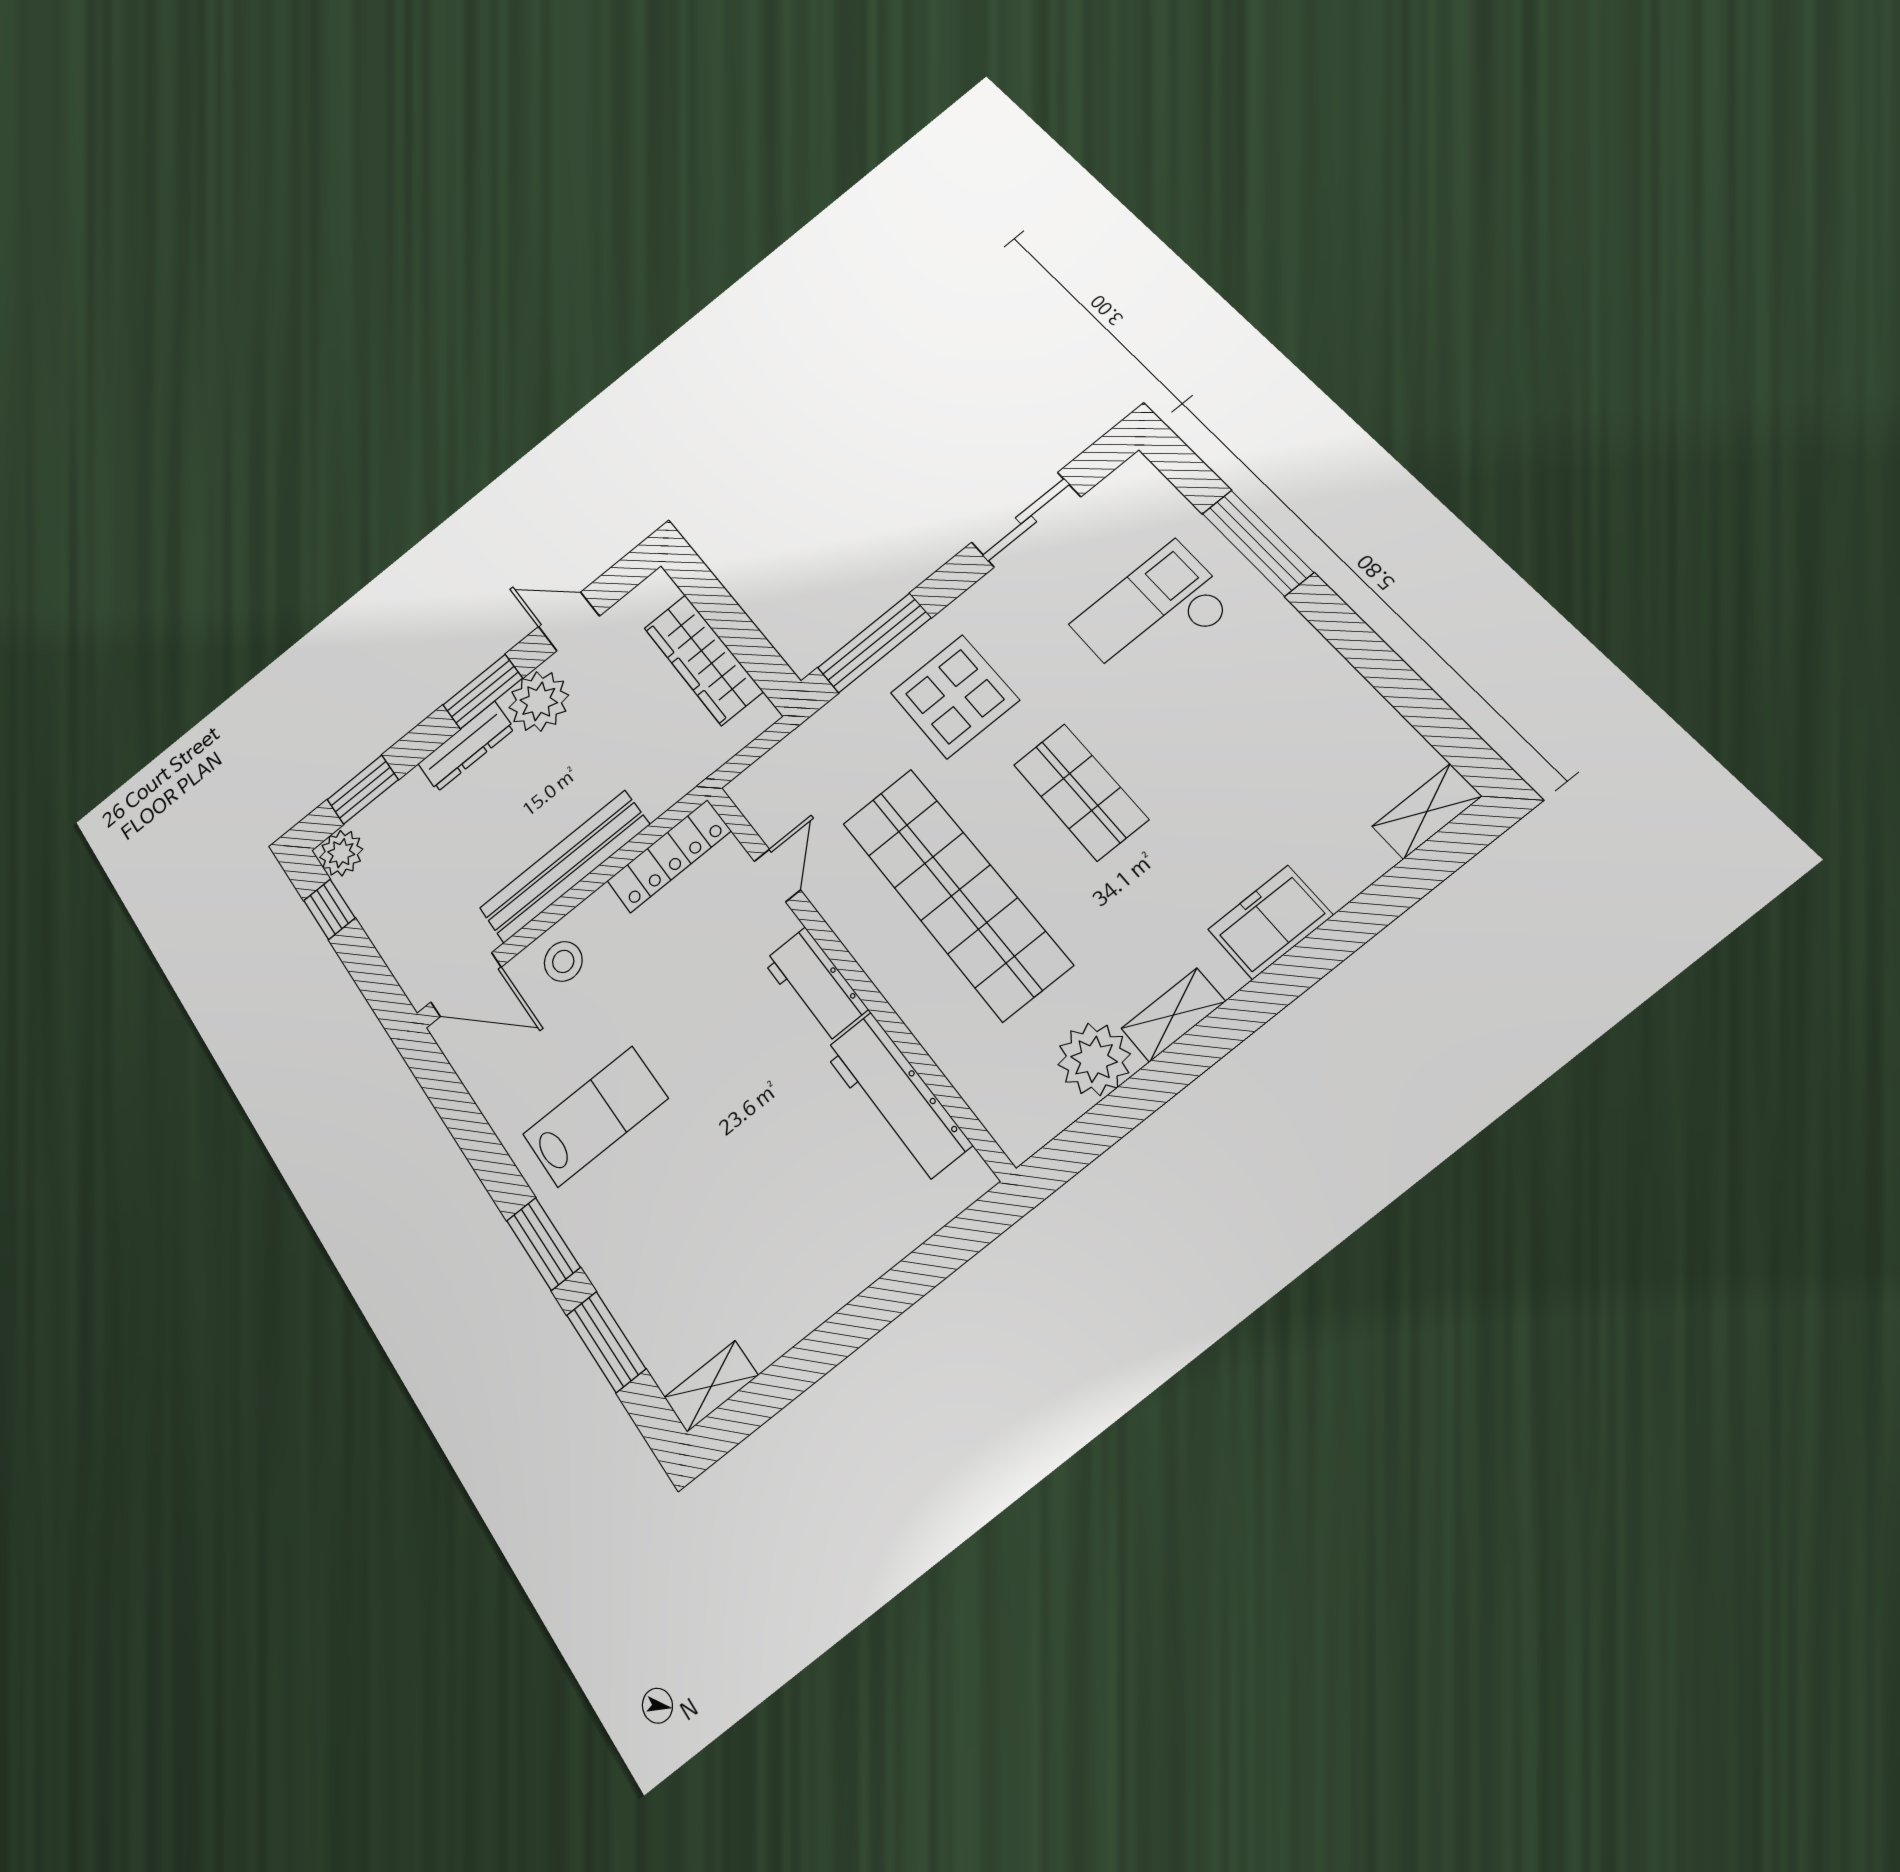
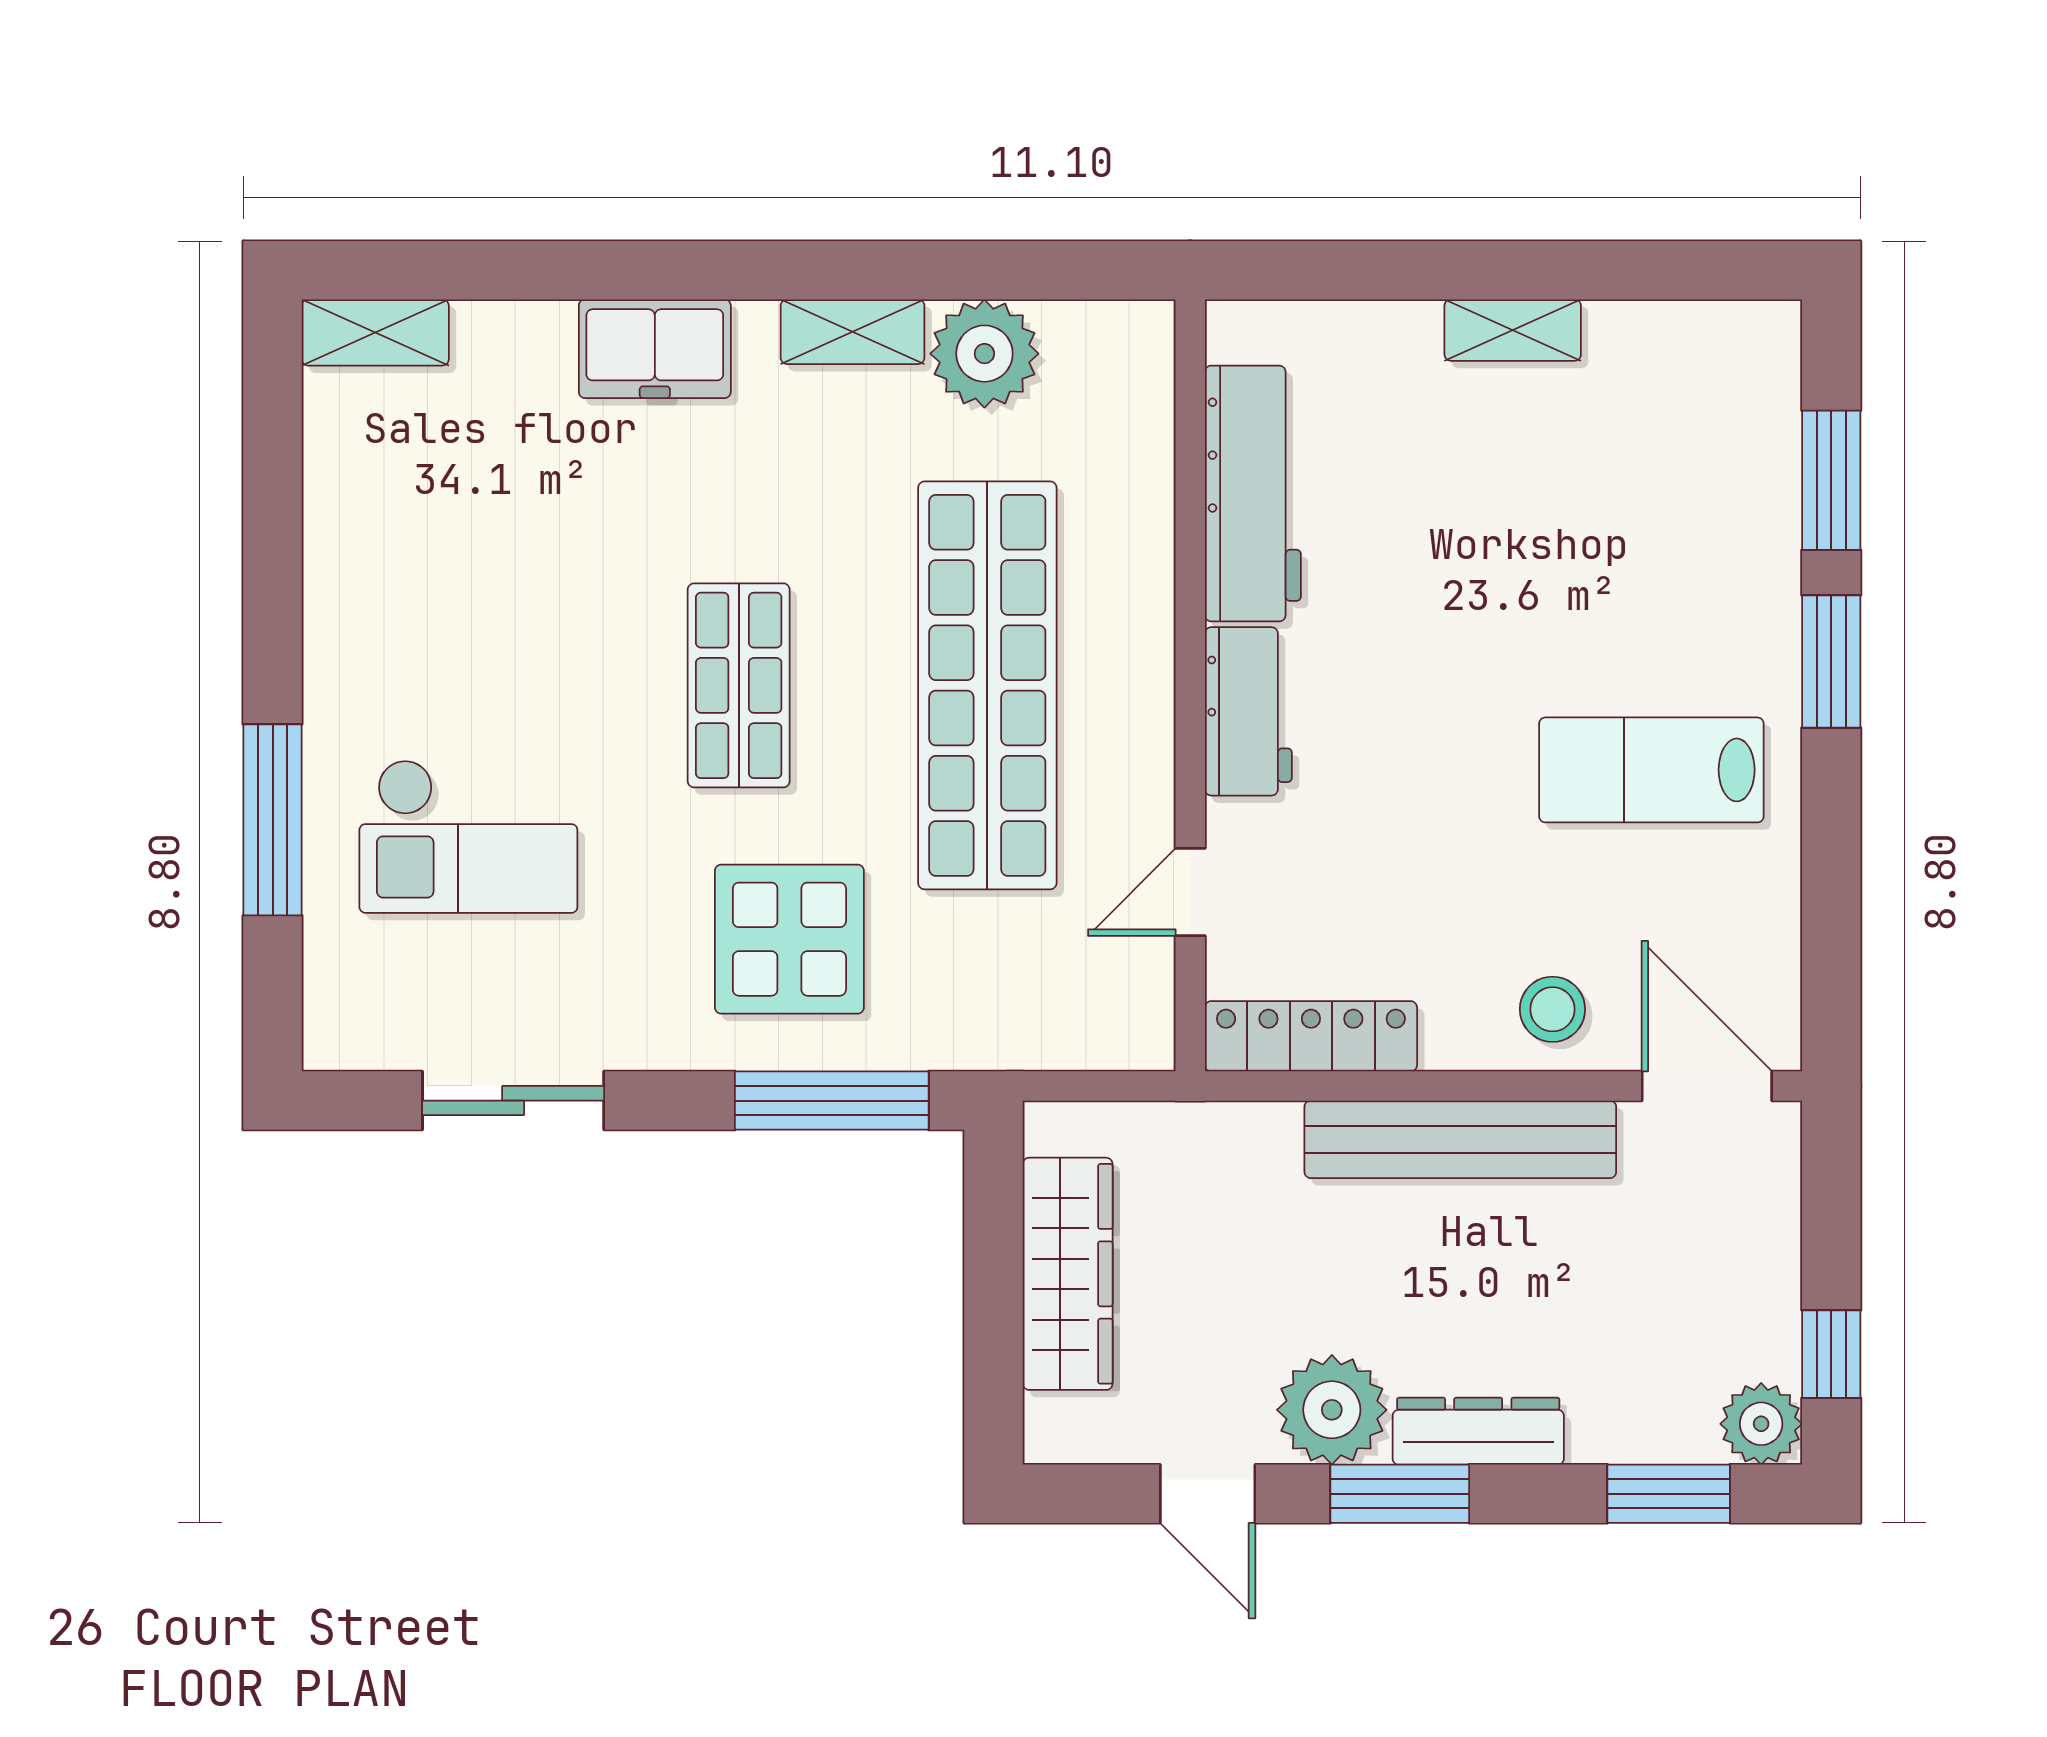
shelving: (711, 1386) -> (1513, 330), moved

